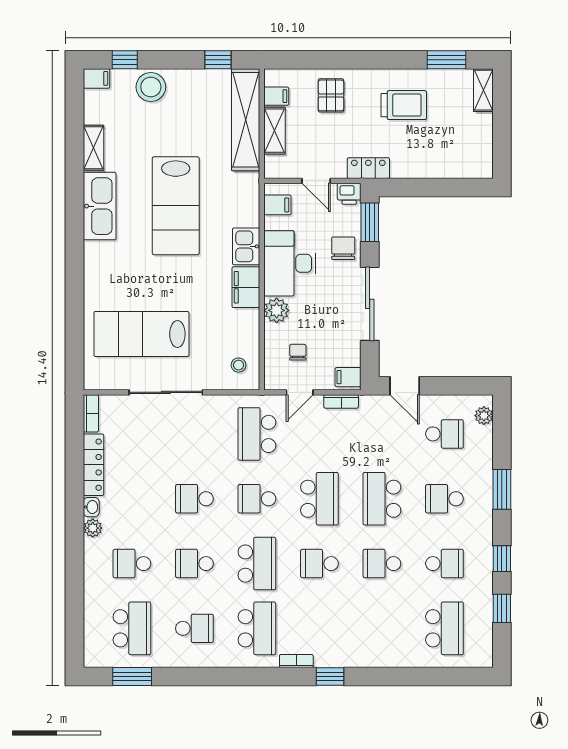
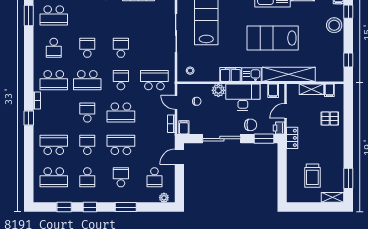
trolley: (404, 105) -> (312, 176), moved
shelving: (246, 120) -> (289, 74), moved
school desk: (132, 564) -> (54, 145), moved, width x1.85

